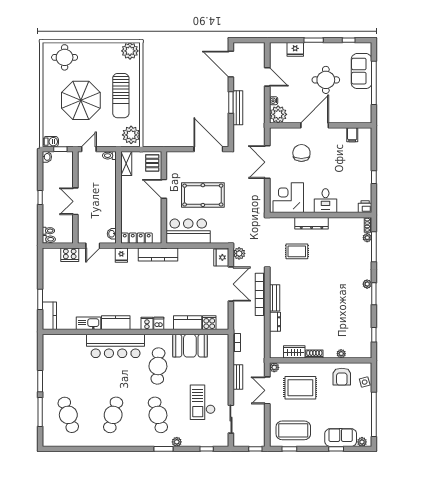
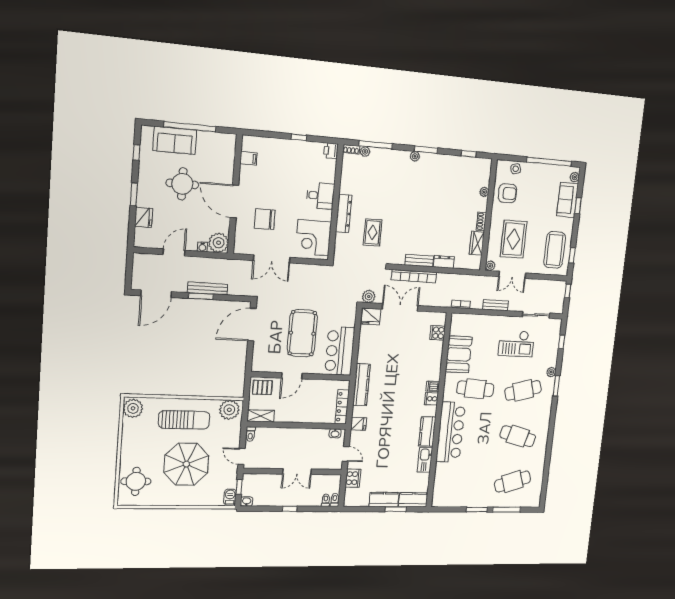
kitchen counter: (188, 323) -> (384, 500), moved, turned 90

